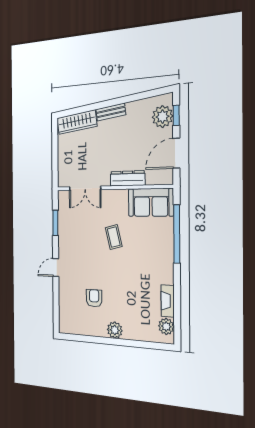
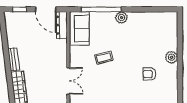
plant: (163, 117) -> (20, 19), removed
dresser: (128, 178) -> (62, 25), moved
fireplace: (168, 301) -> (148, 16), removed
plant: (166, 326) -> (121, 17), moved

